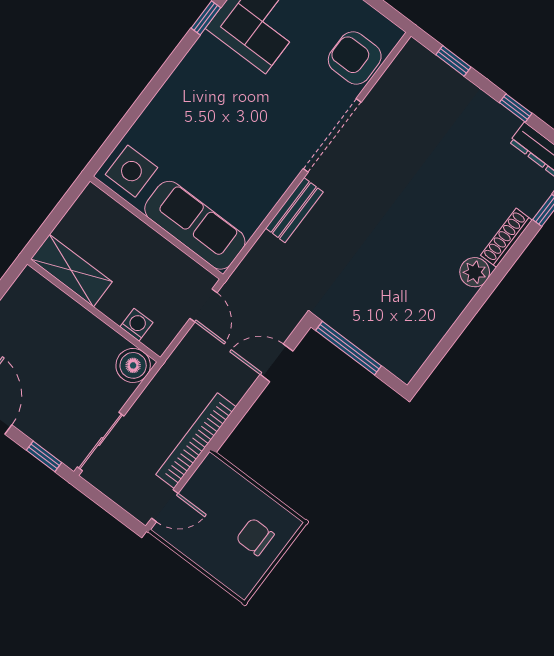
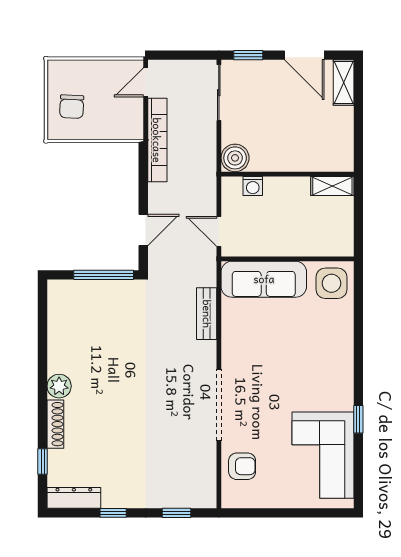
armchair: (355, 58) -> (242, 466), width x0.72, depth x0.72
bench: (294, 210) -> (207, 314), moved
shelving: (71, 270) -> (332, 186), width x0.67, depth x0.75
chair: (255, 537) -> (72, 107), turned 93

